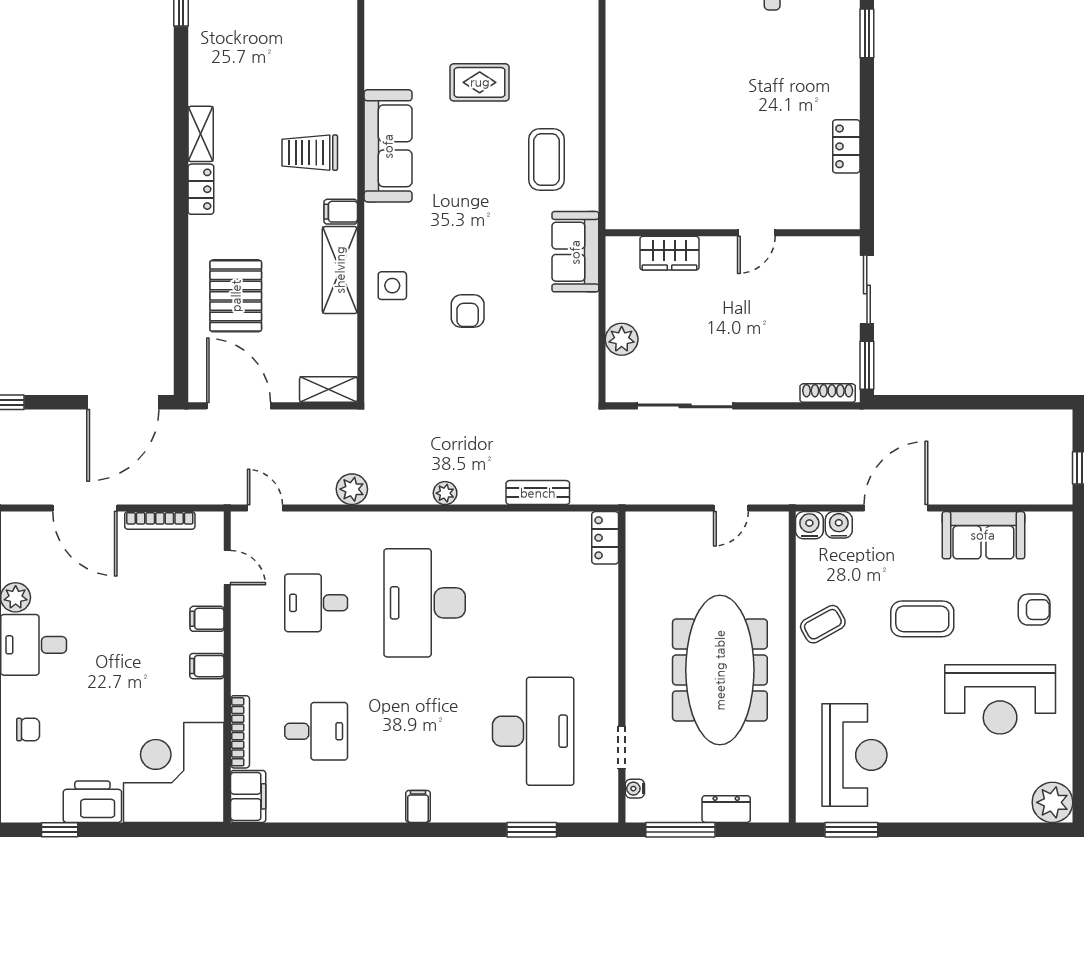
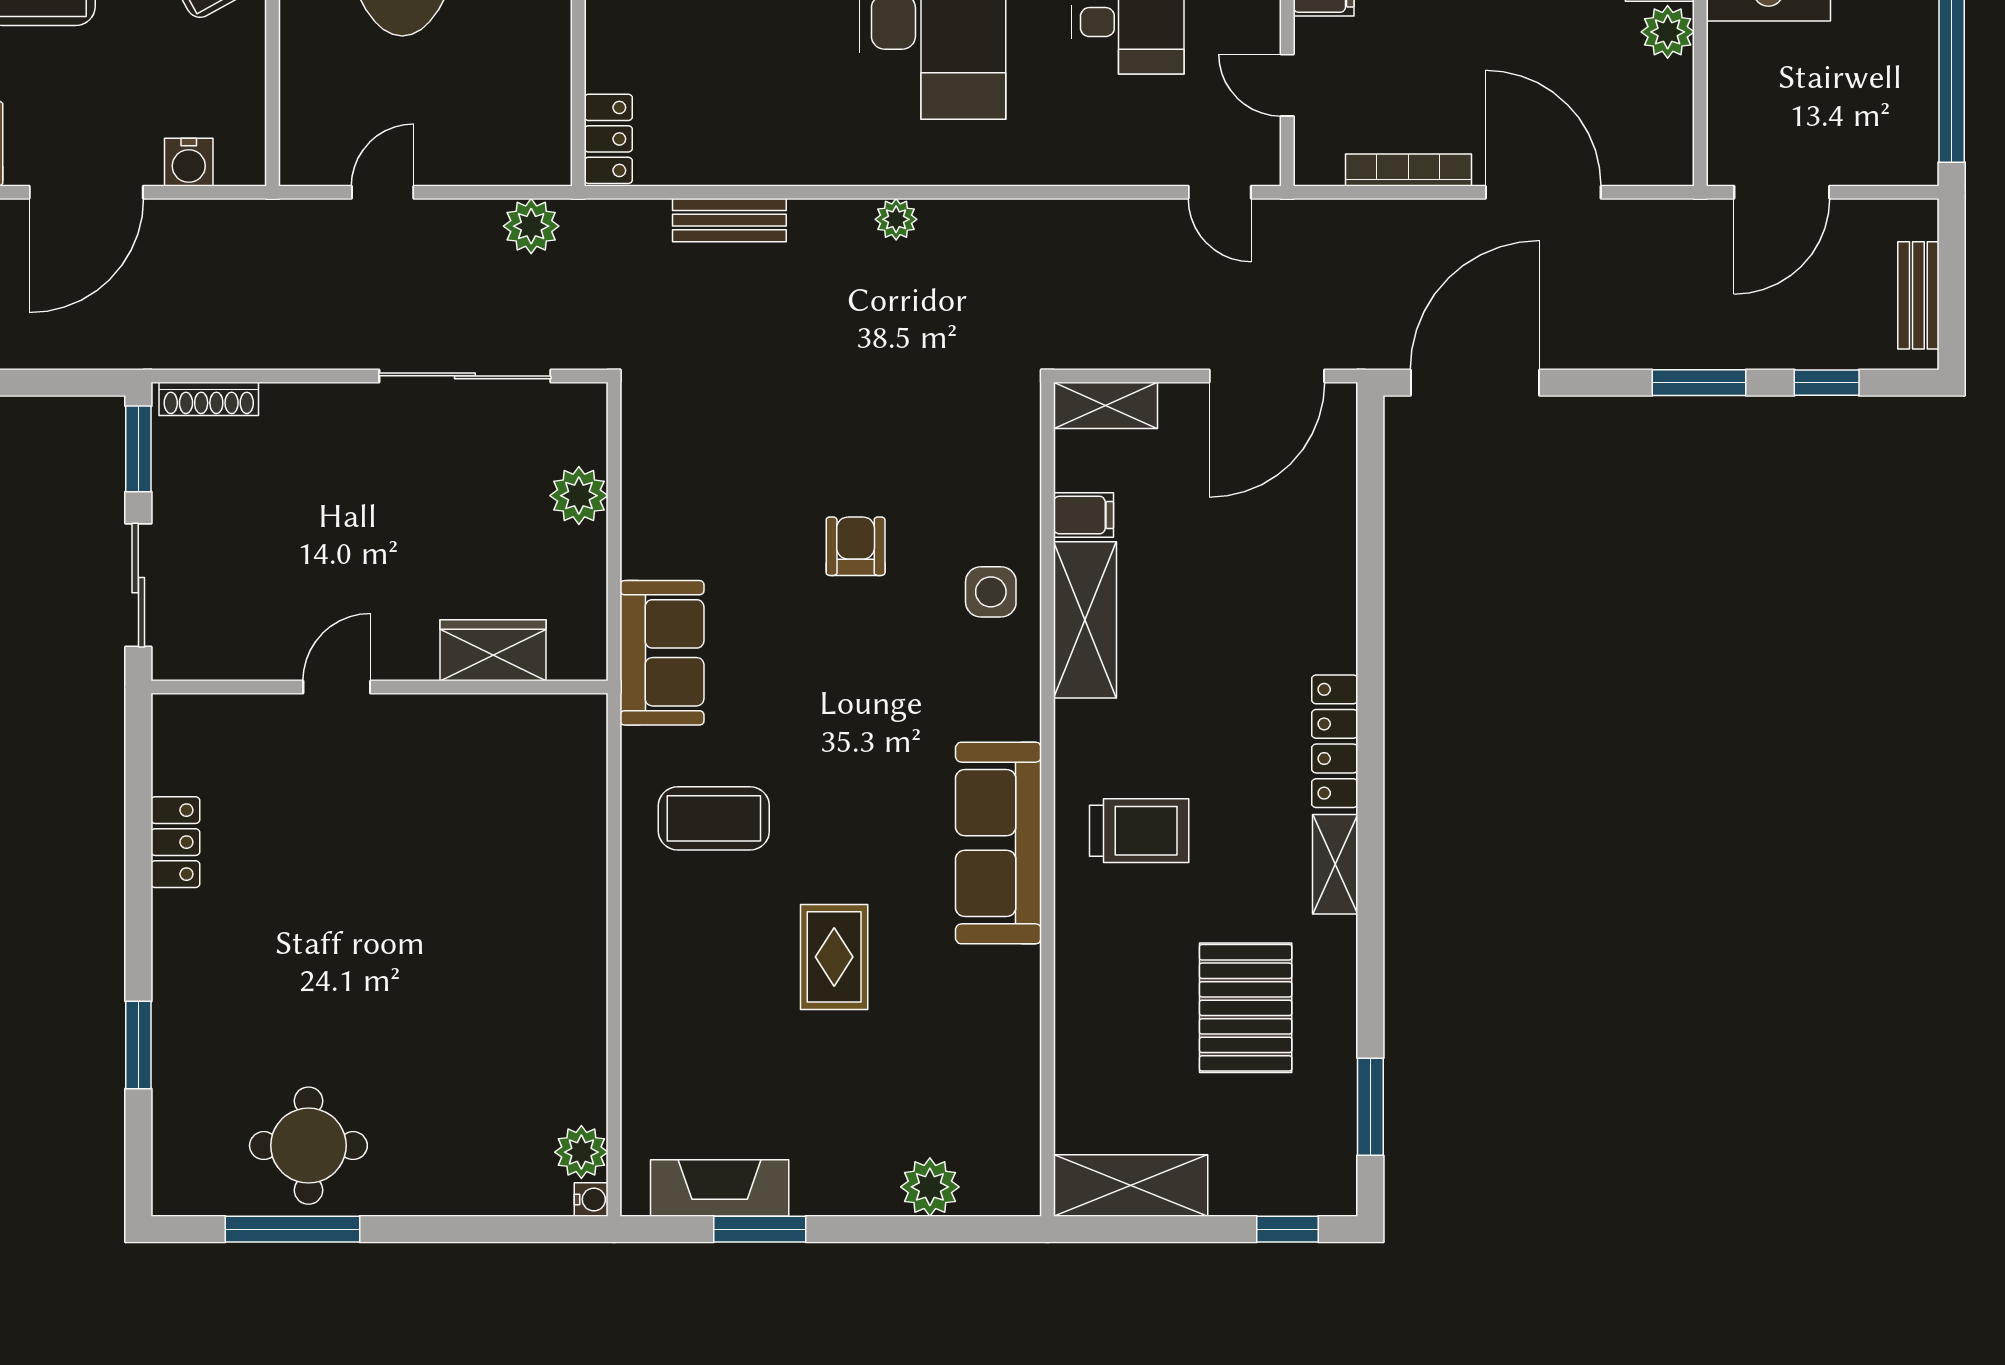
rug: (480, 82) -> (834, 957), turned 90
coffee table: (546, 160) -> (714, 818), turned 90
locker: (201, 189) -> (1335, 741), width x1.53
filing cabinet: (341, 212) -> (1084, 515), moved
pallet: (236, 296) -> (1246, 1008), moved
door: (239, 406) -> (1267, 376), hinge flipped
plant: (352, 489) -> (531, 226), moved
water cooler: (809, 525) -> (242, 161), removed

